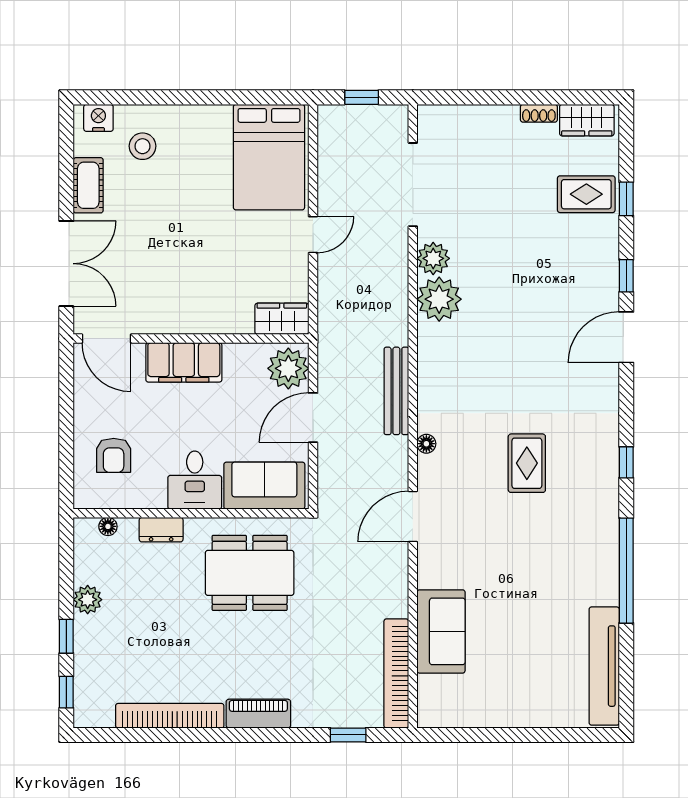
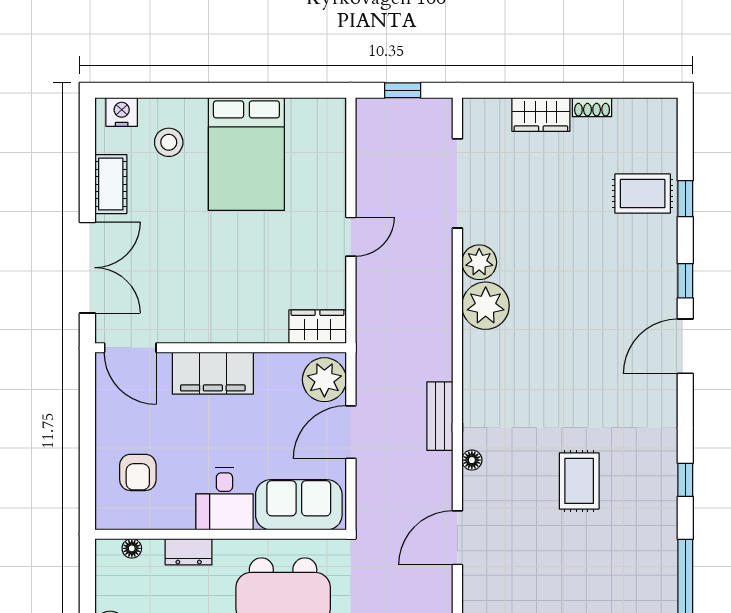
wardrobe: (587, 120) -> (541, 114), moved
bed: (269, 157) -> (246, 154), moved
bench: (396, 391) -> (440, 416), width x0.73

